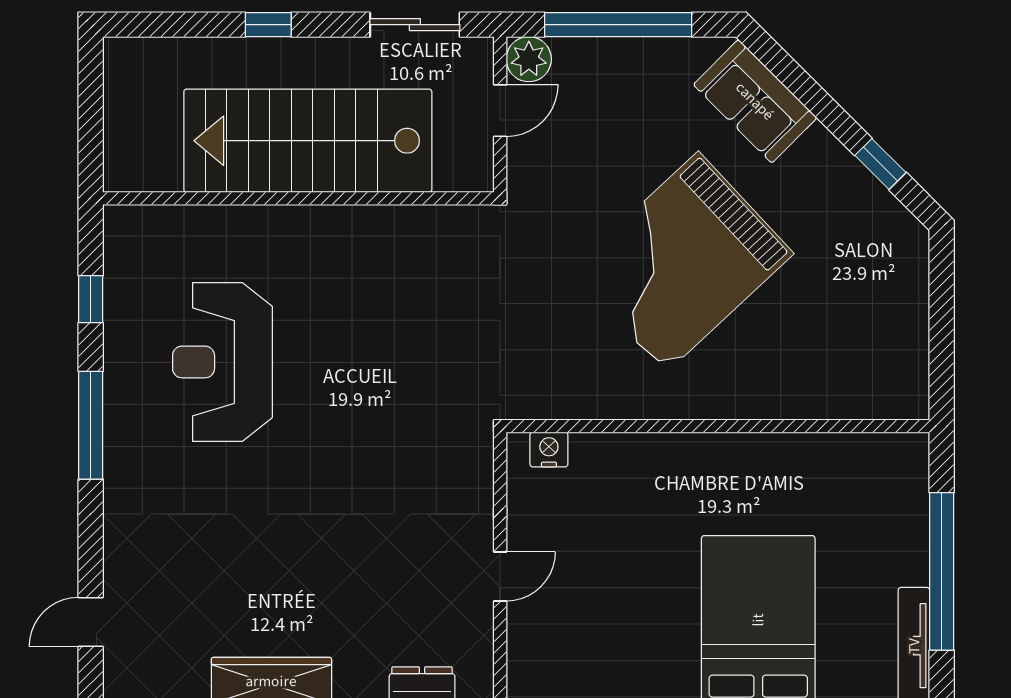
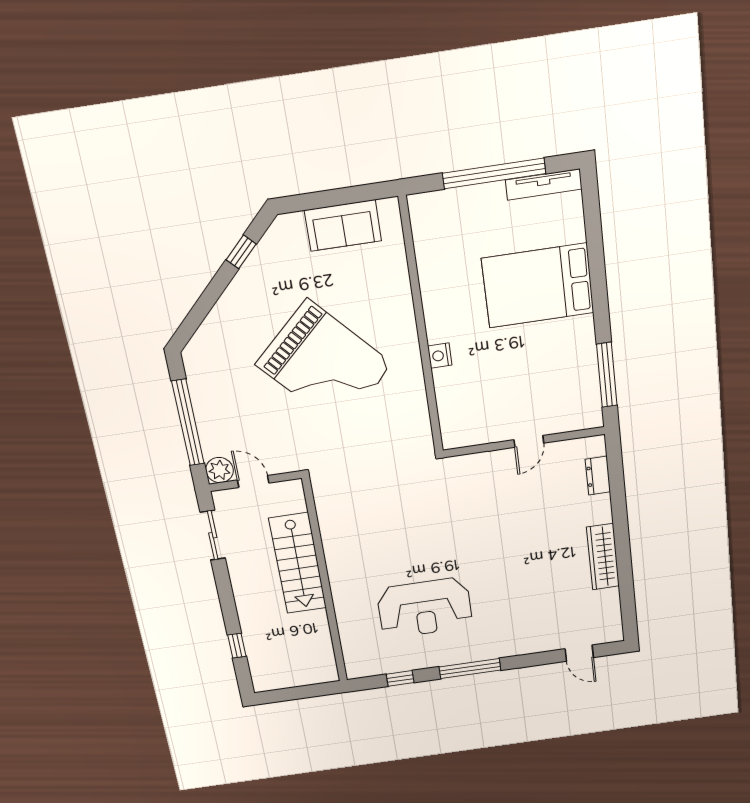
window: (268, 25) -> (237, 646), moved
sofa: (755, 101) -> (343, 225), moved, turned 45
stairs: (308, 141) -> (298, 563), width x0.73, depth x0.66
nightstand: (549, 450) -> (440, 356), moved
door: (500, 576) -> (529, 441), swing flipped

